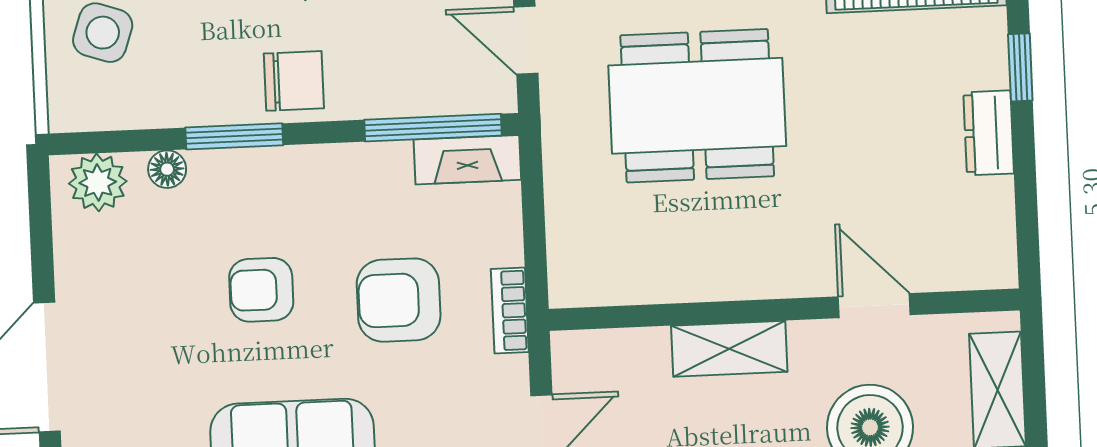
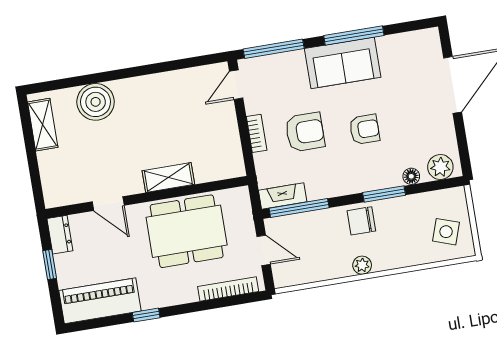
door: (874, 306) -> (108, 204), moved
wall: (784, 310) -> (147, 197), moved
shelving: (729, 349) -> (168, 177), moved

